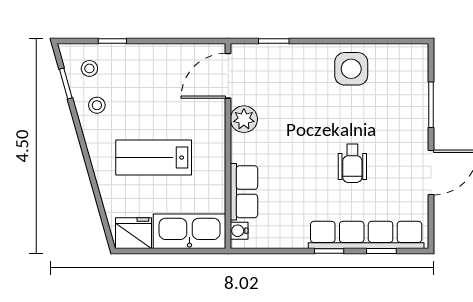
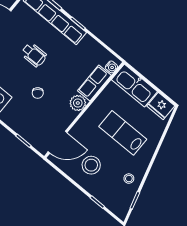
stool: (89, 68) -> (91, 165), moved, width x1.89, depth x1.89
chair: (306, 118) -> (38, 93), added
plant: (244, 119) -> (78, 103), moved
lab bench: (154, 158) -> (123, 133), turned 180
wheelchair: (352, 163) -> (34, 55), turned 90

